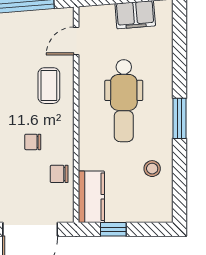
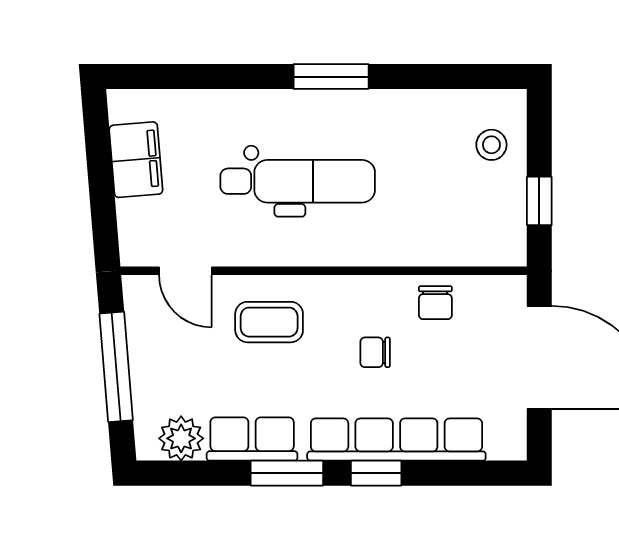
chair: (33, 142) -> (375, 352), turned 90
stool: (152, 169) -> (491, 145), moved
kitchen counter: (91, 197) -> (478, 242), removed

